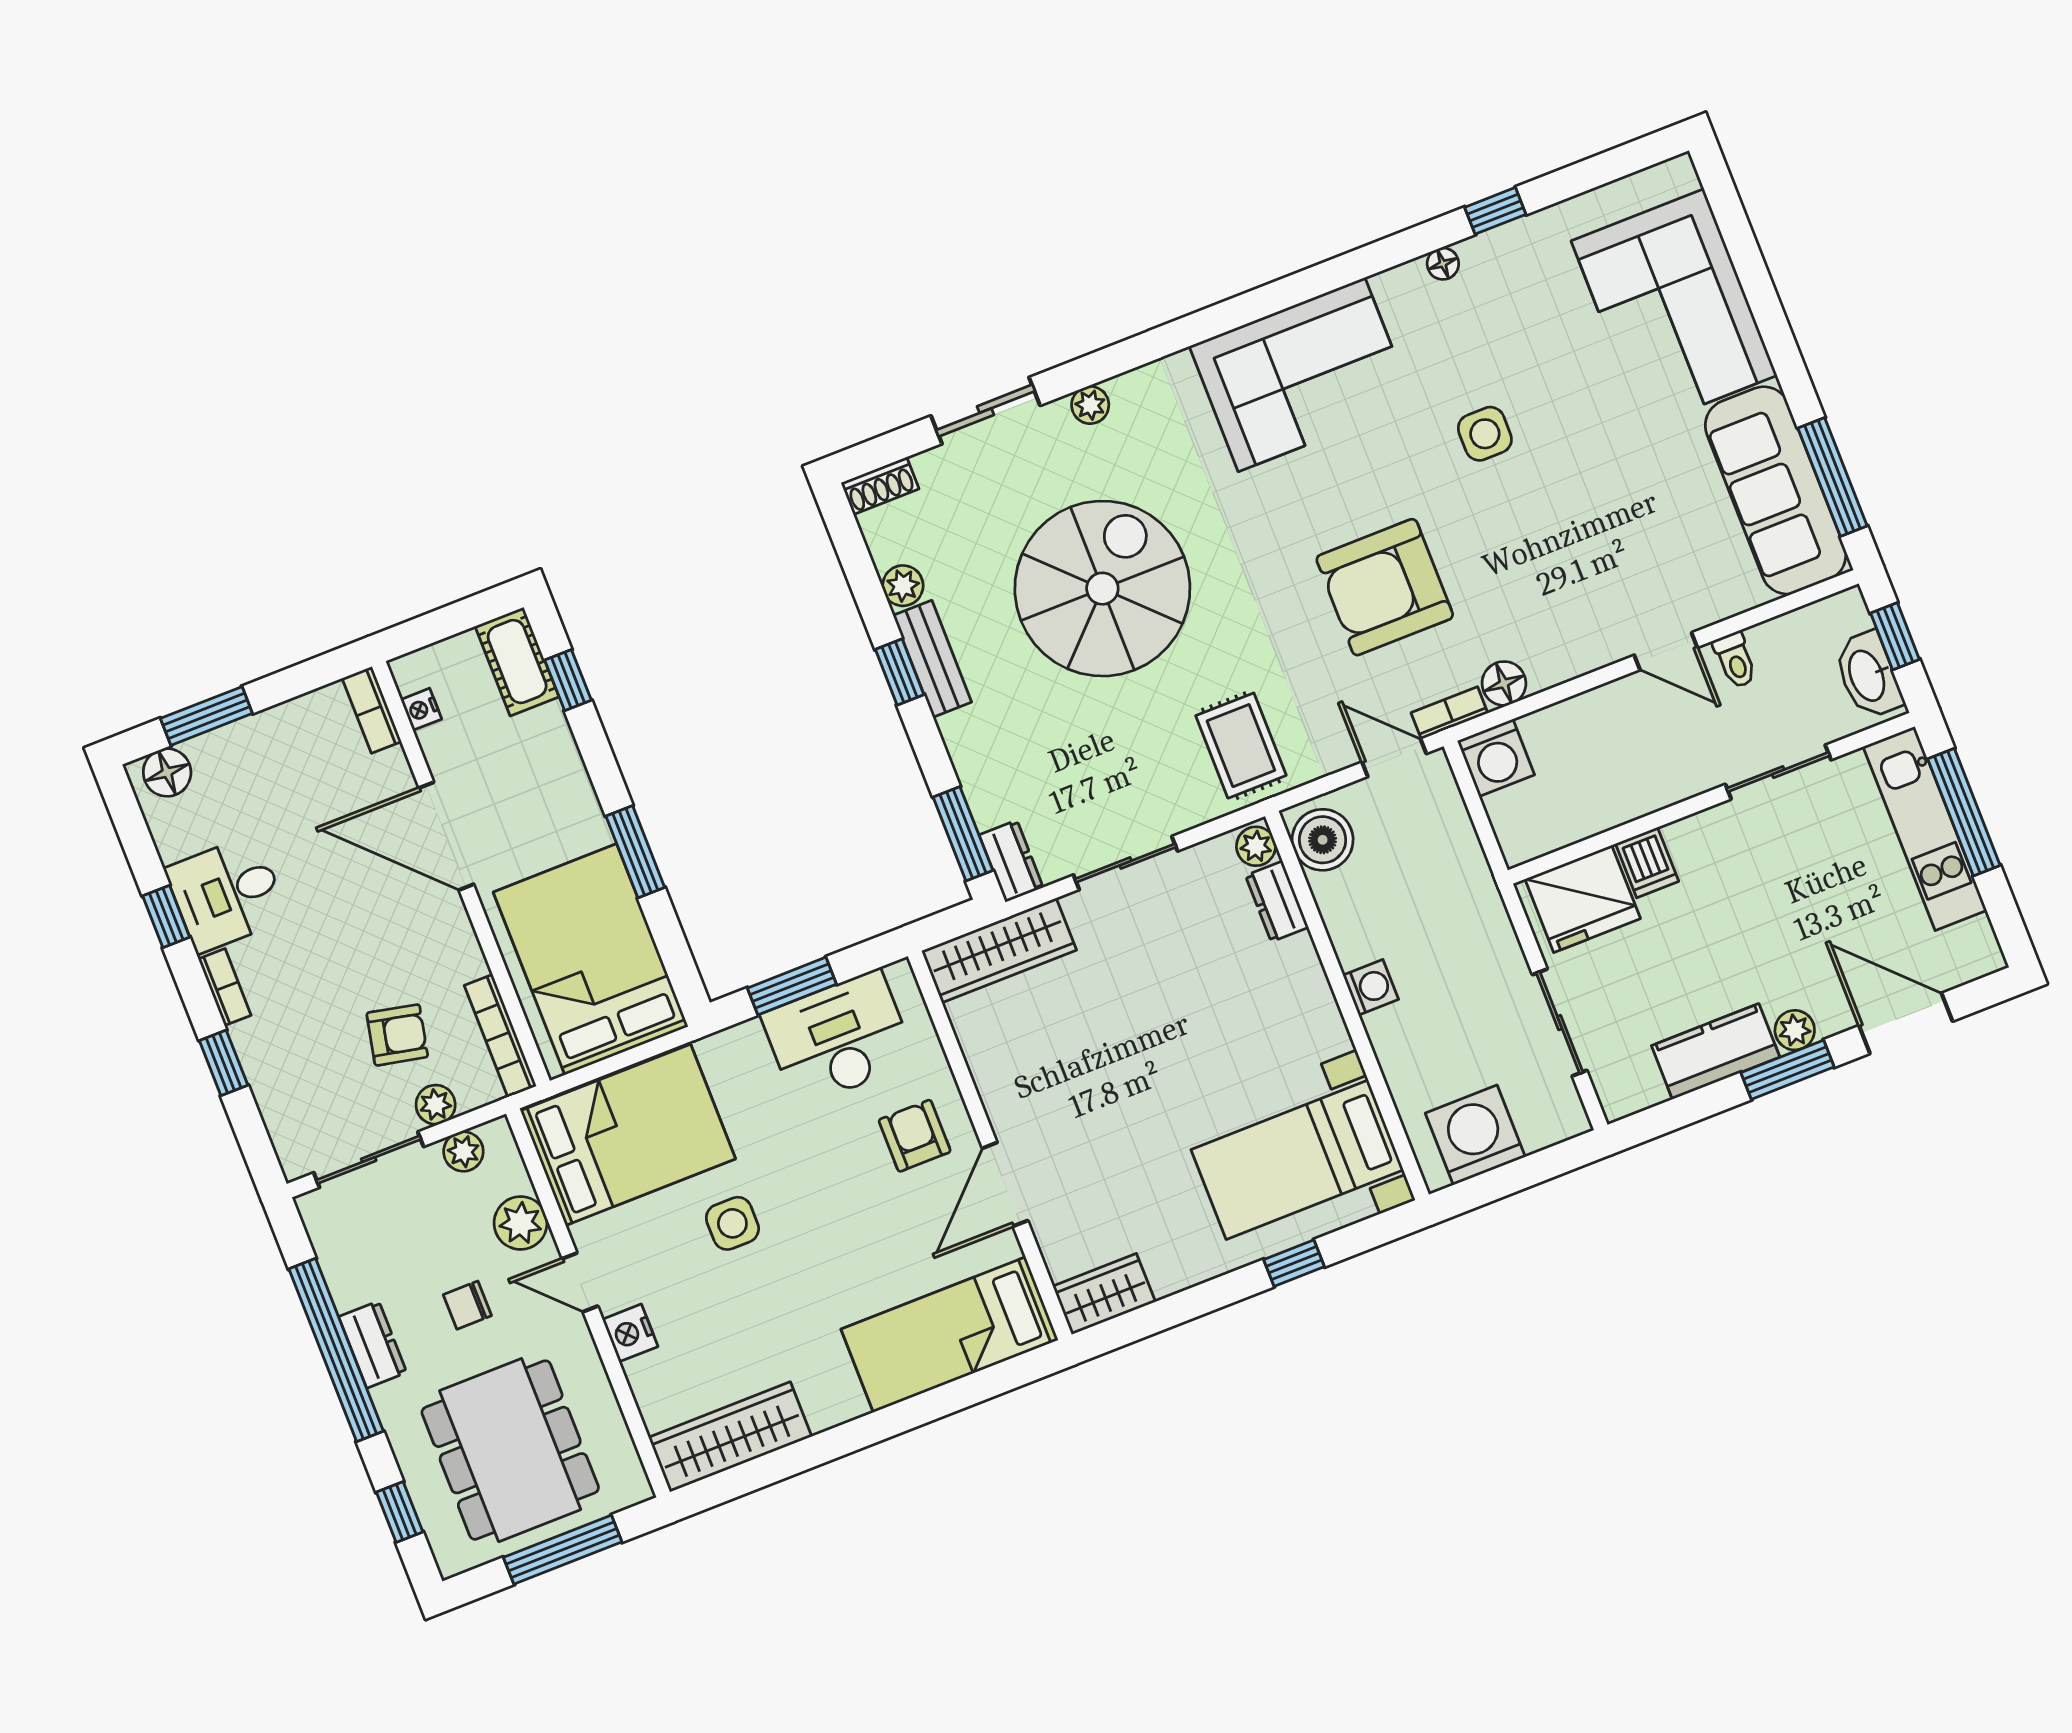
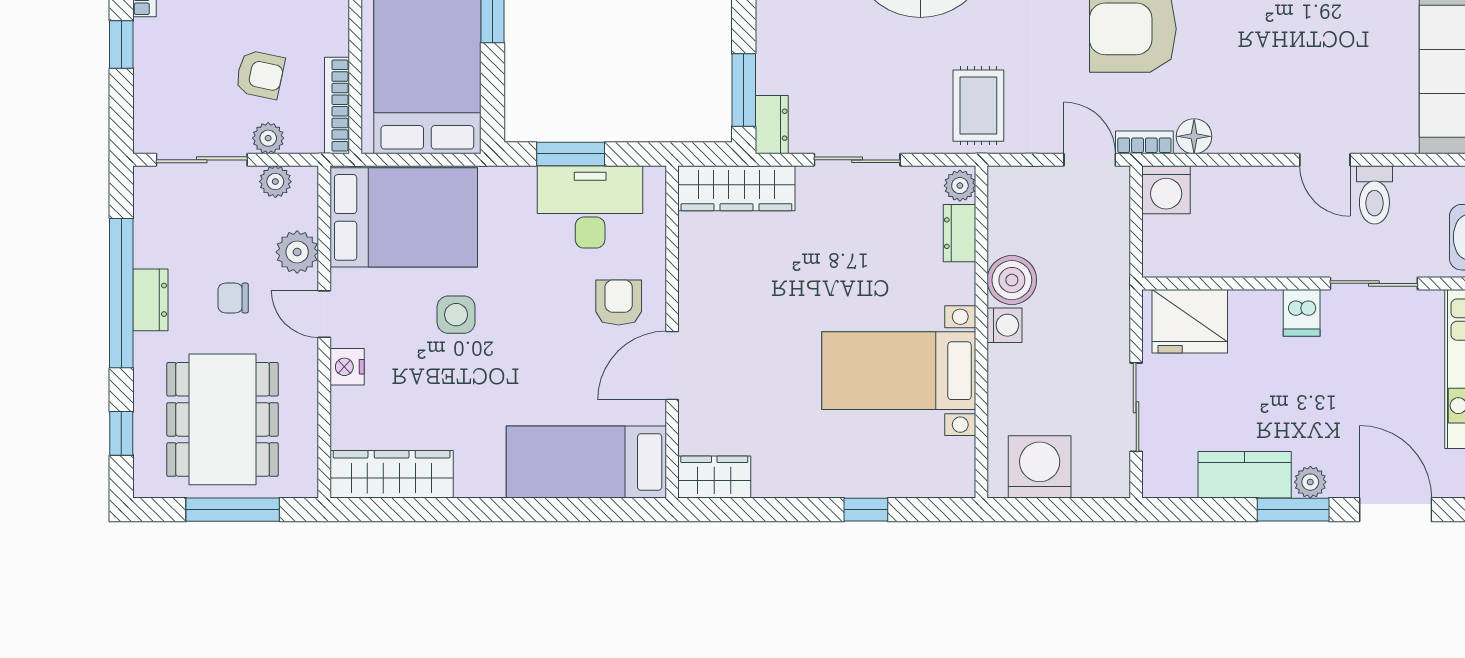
toilet: (1735, 660) -> (1374, 195), width x1.37, depth x1.39
boiler: (1323, 840) -> (1012, 280), moved
dishwasher: (1647, 863) -> (1302, 313), moved
bed with nightstands: (1297, 1160) -> (899, 371), moved

